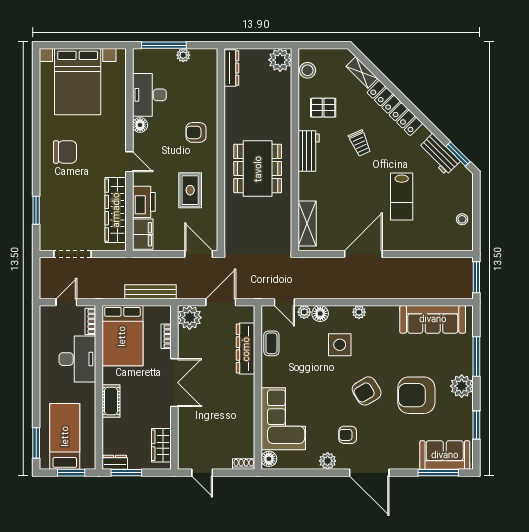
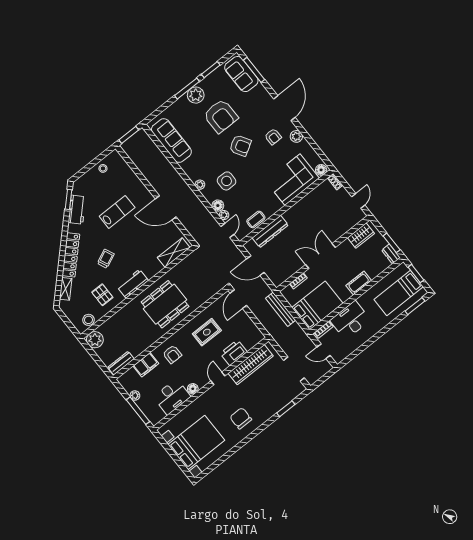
filing cabinet: (143, 234) -> (146, 365), moved, turned 180
plant: (190, 318) -> (278, 276), removed
window: (476, 356) -> (187, 89), moved

